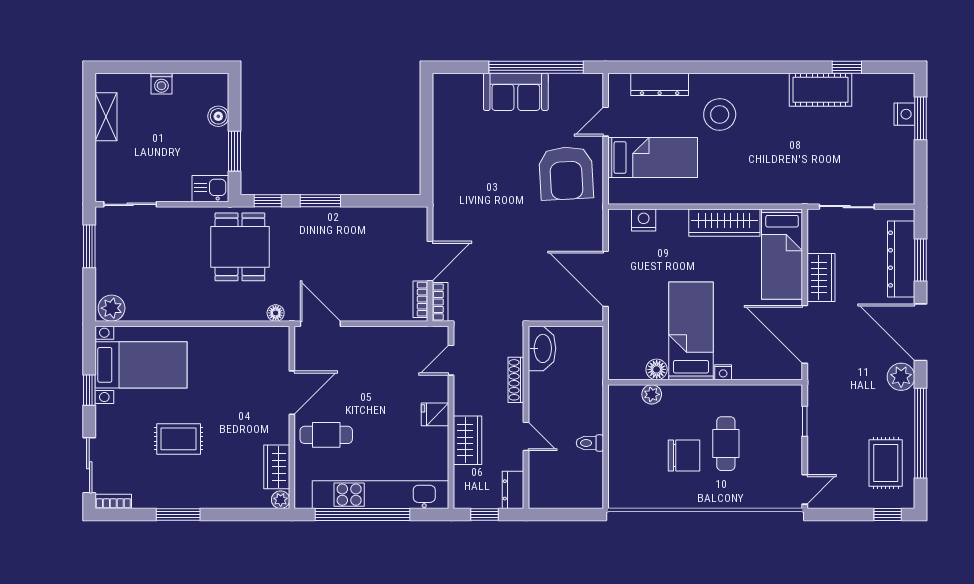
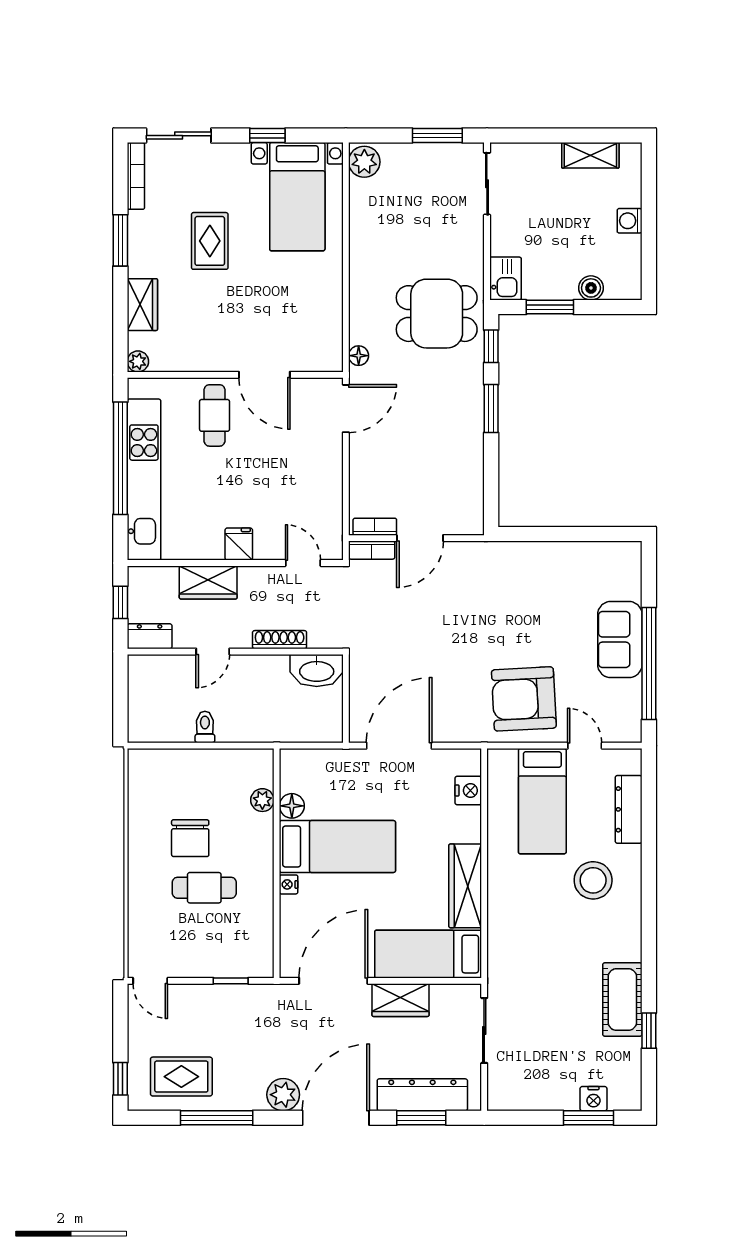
door: (430, 261) -> (420, 538), hinge flipped
window: (921, 433) -> (217, 1118), width x0.68
wardrobe: (277, 467) -> (142, 305), moved, turned 90
bookcase: (113, 501) -> (136, 176), width x1.56

